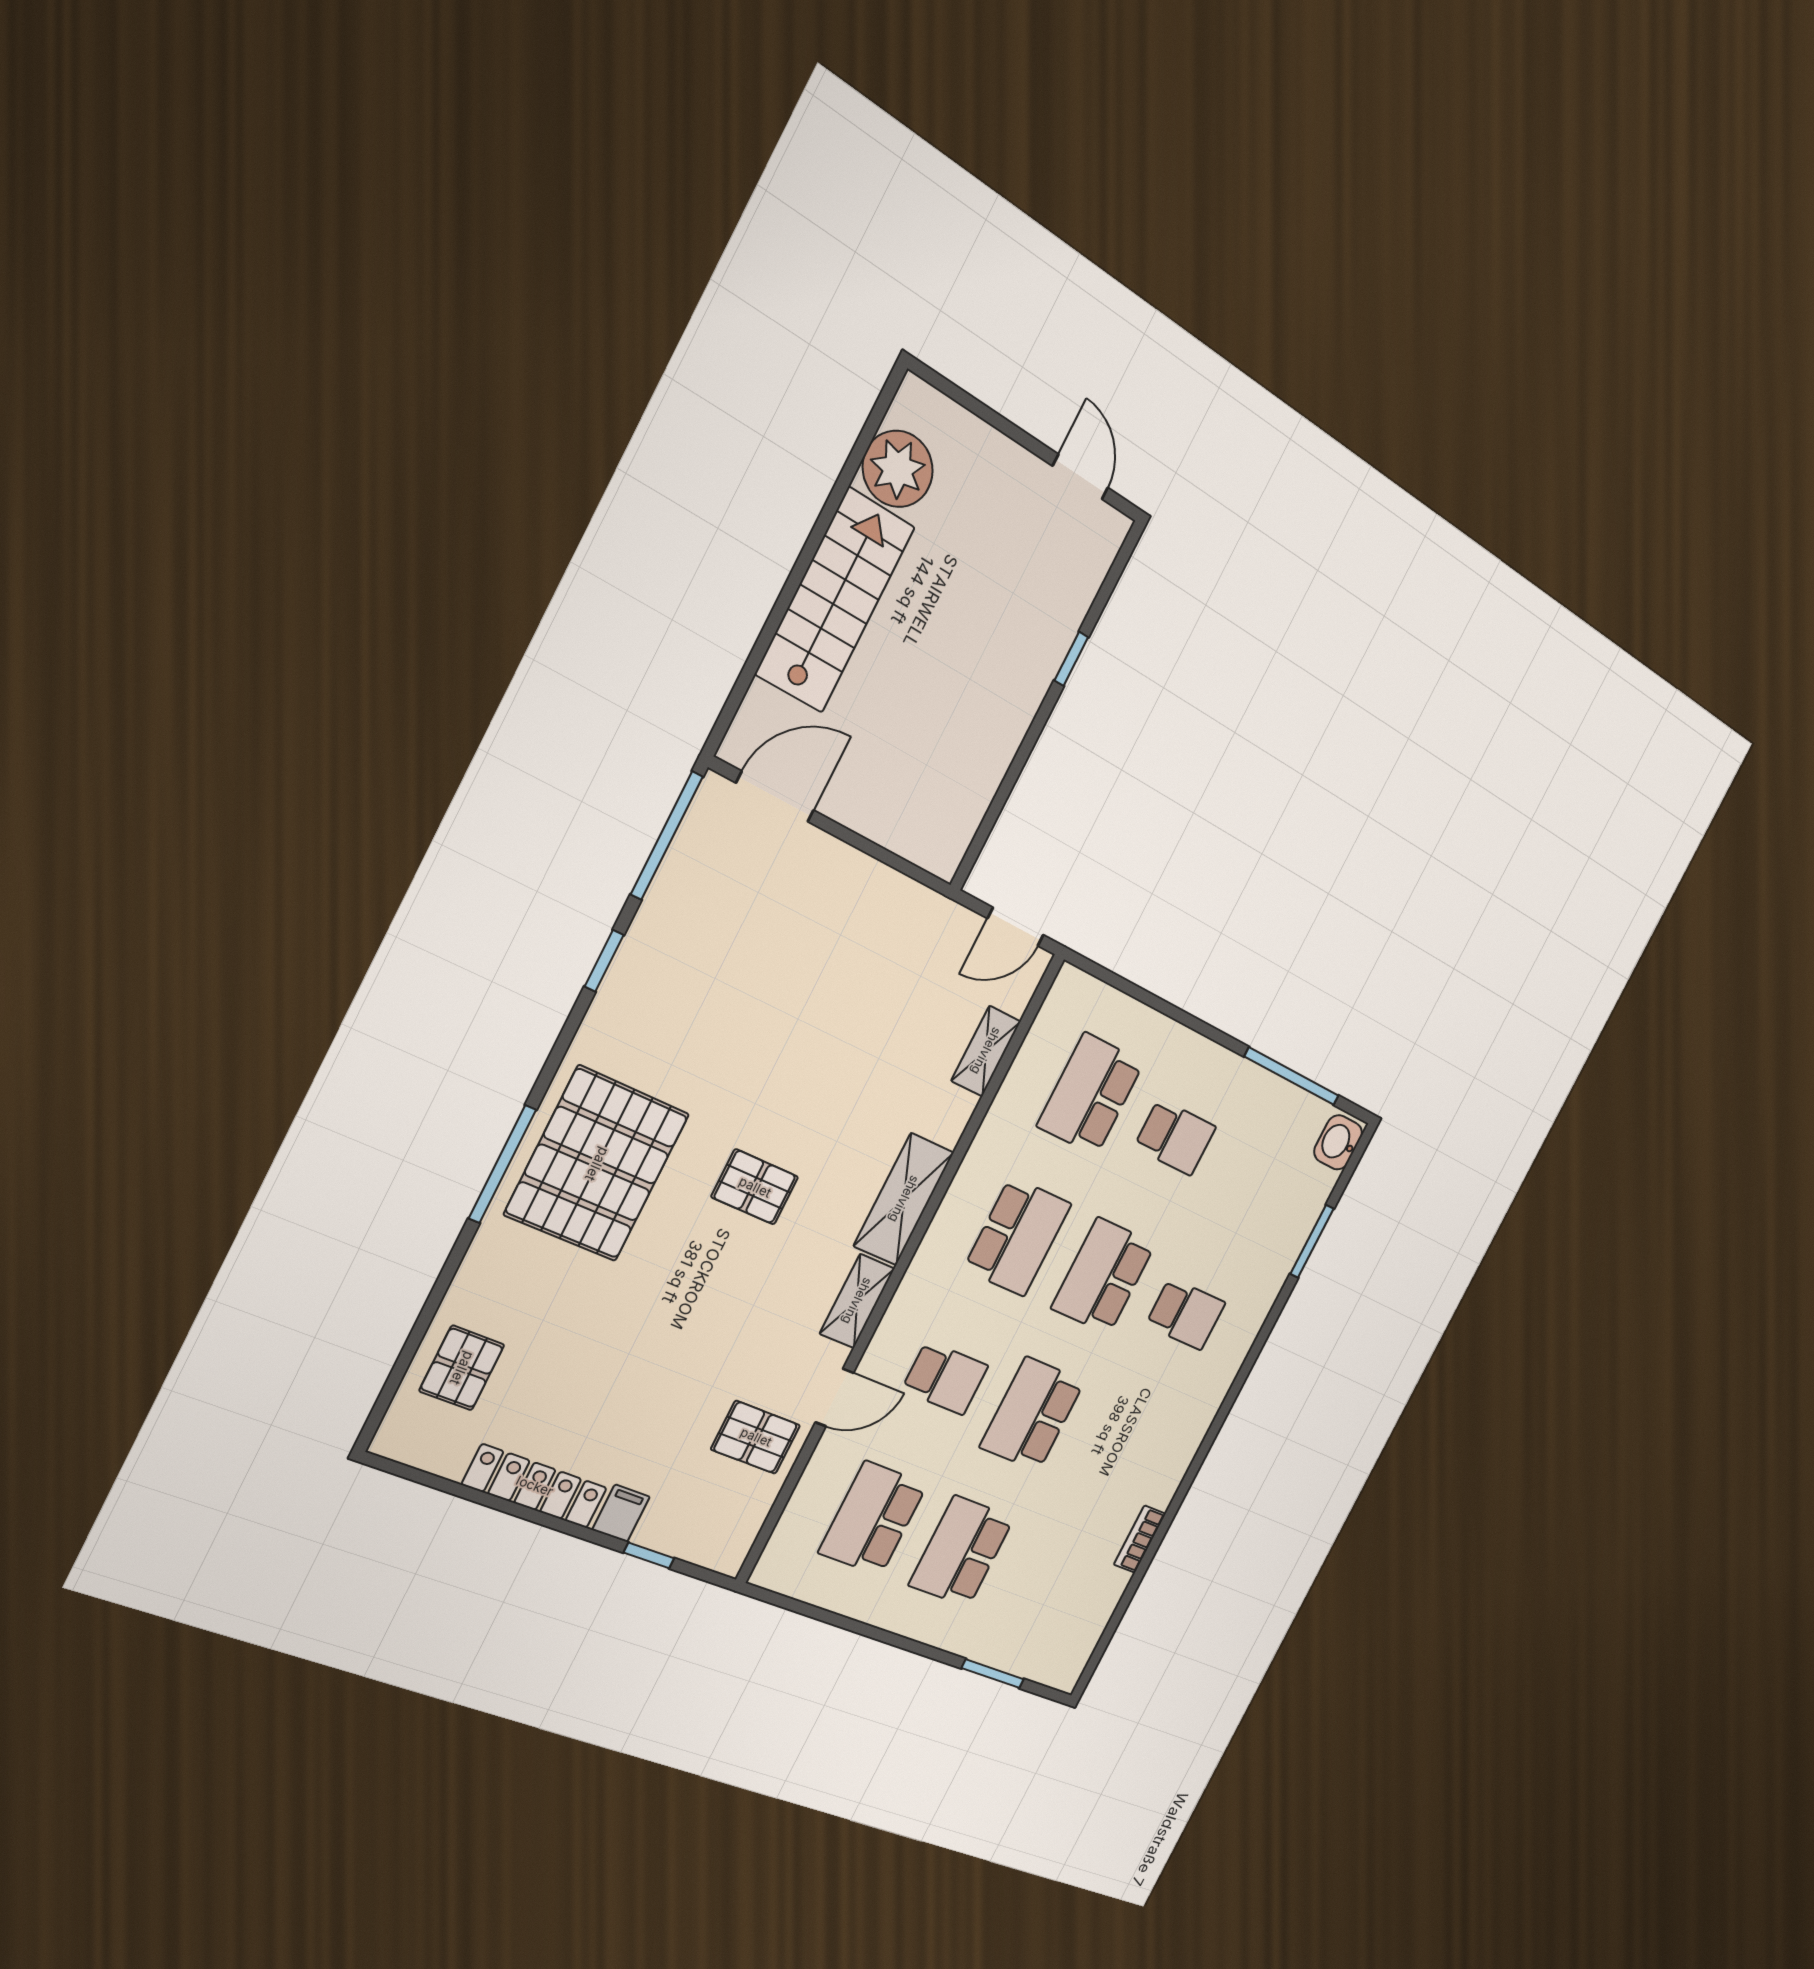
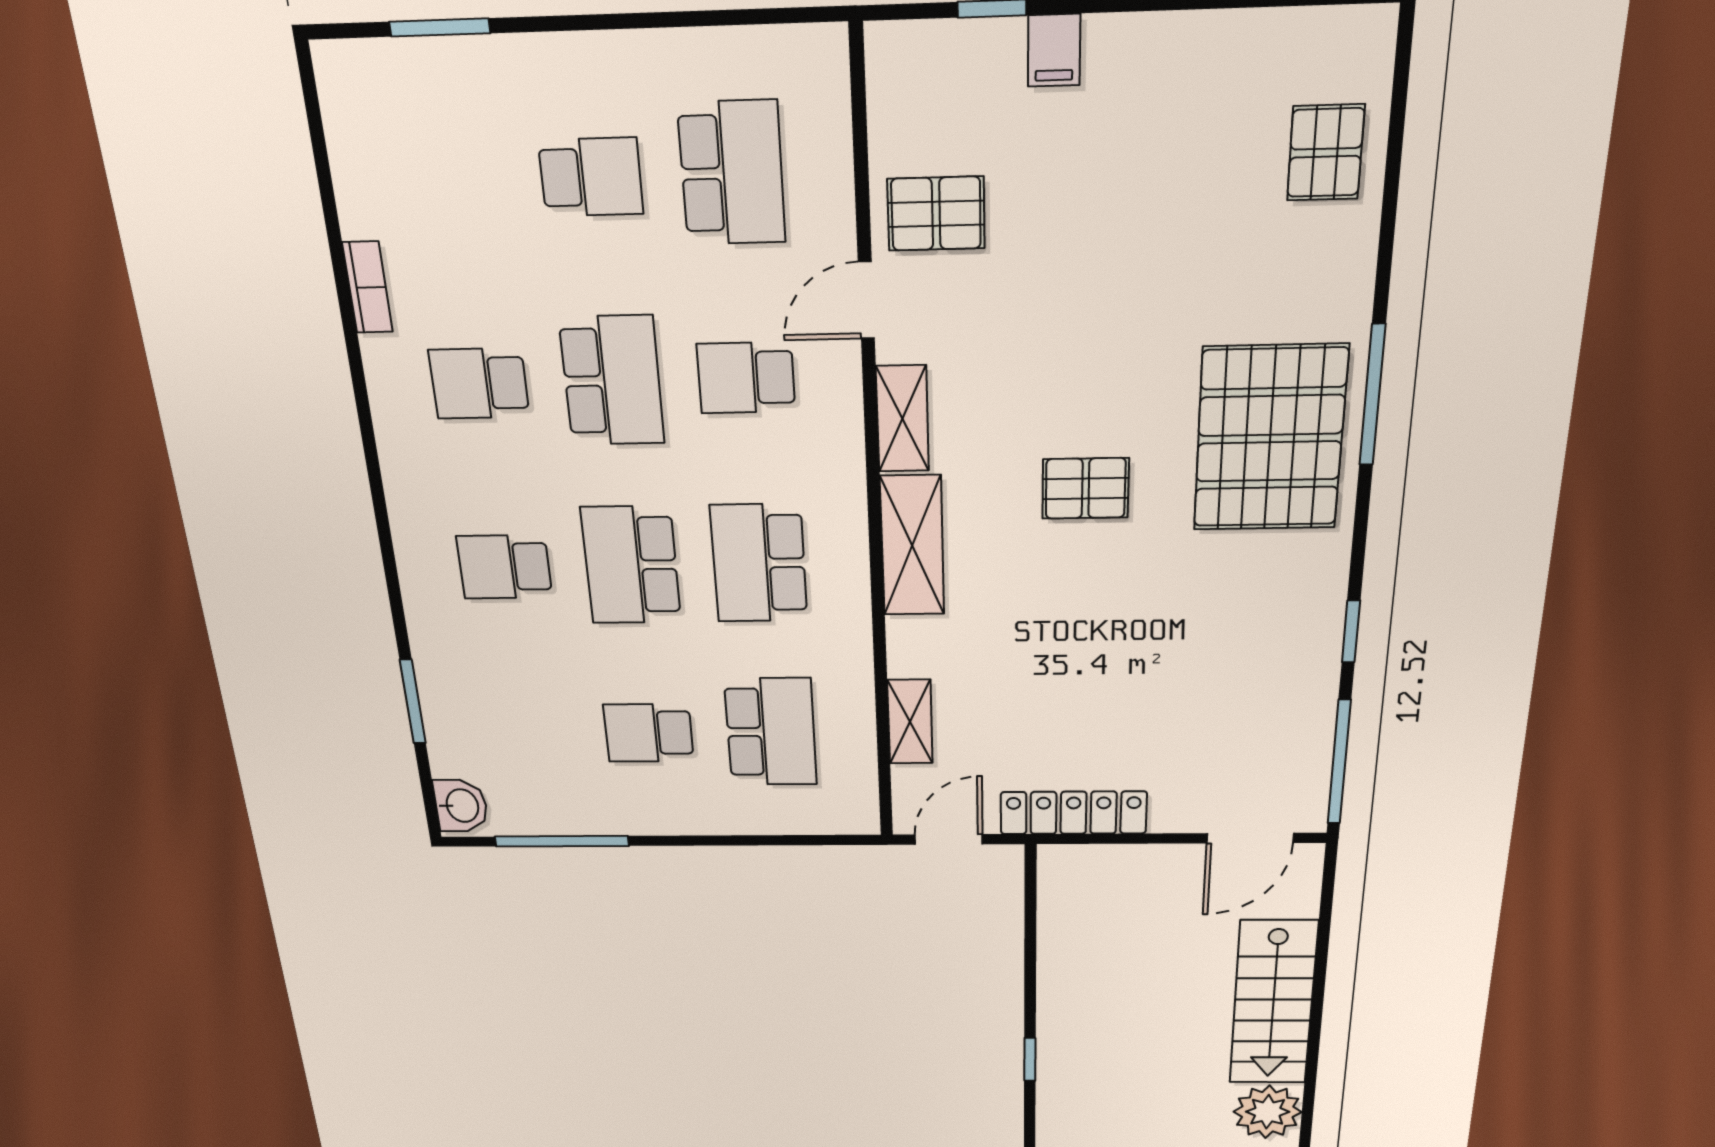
school desk: (1103, 1276) -> (631, 565), turned 180
school desk: (1116, 1449) -> (479, 383), added
locker: (535, 1486) -> (1073, 813), moved, turned 180
school desk: (962, 1551) -> (591, 177), width x0.54

